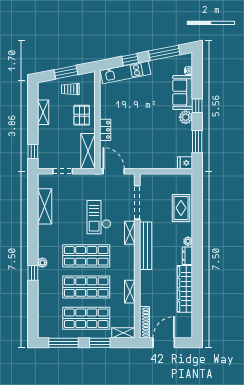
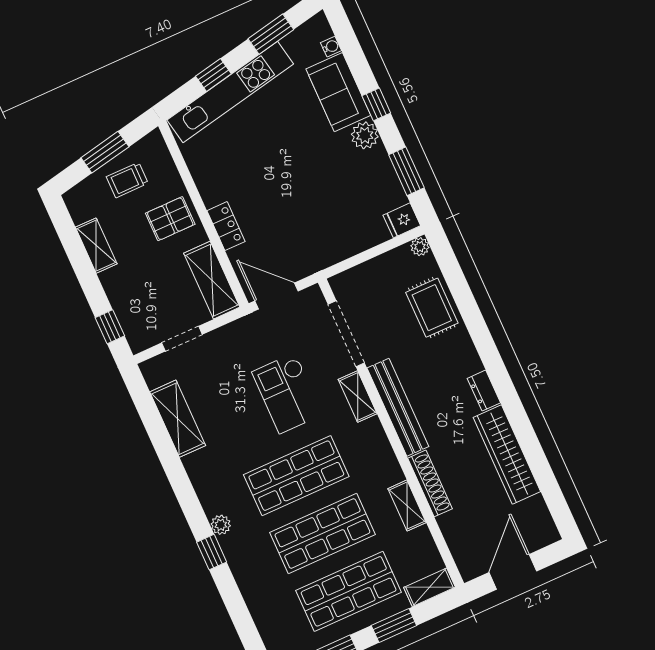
window: (164, 53) -> (271, 34), width x0.69
kitchen unit: (125, 72) -> (230, 92), width x1.36
pallet: (82, 115) -> (170, 219), turned 90
plant: (188, 241) -> (420, 247), moved
shoe rack: (145, 322) -> (430, 483), moved

